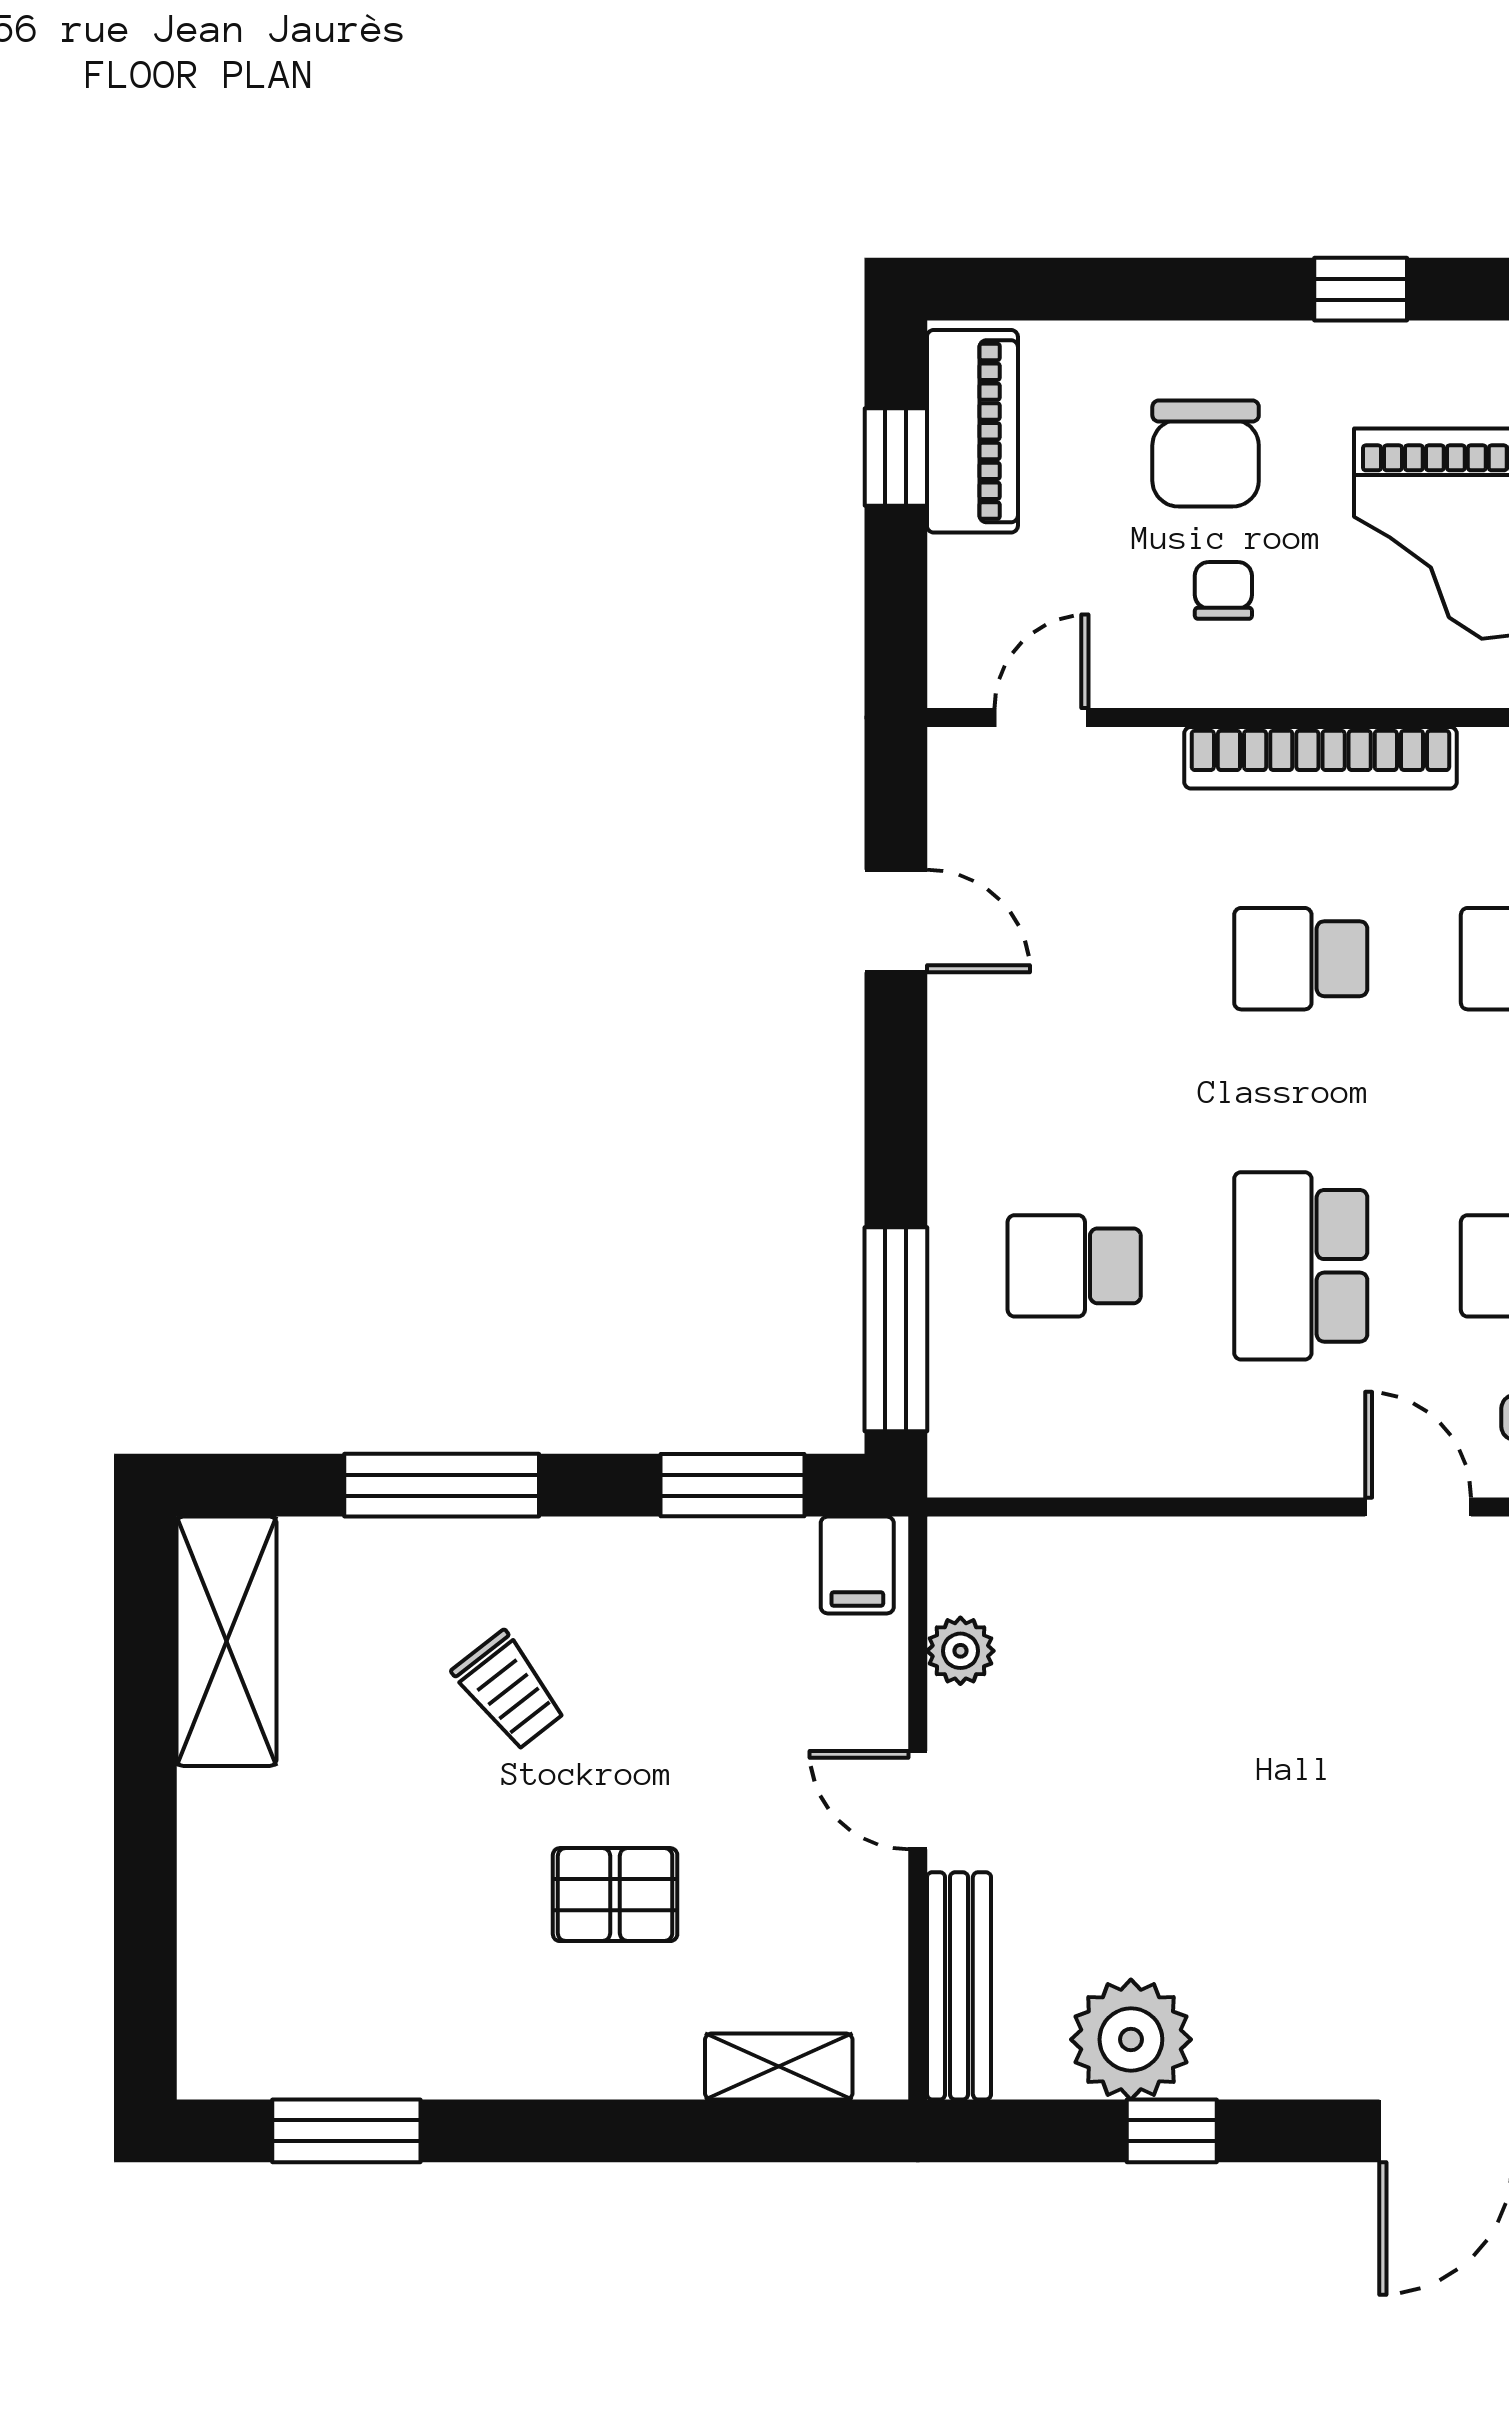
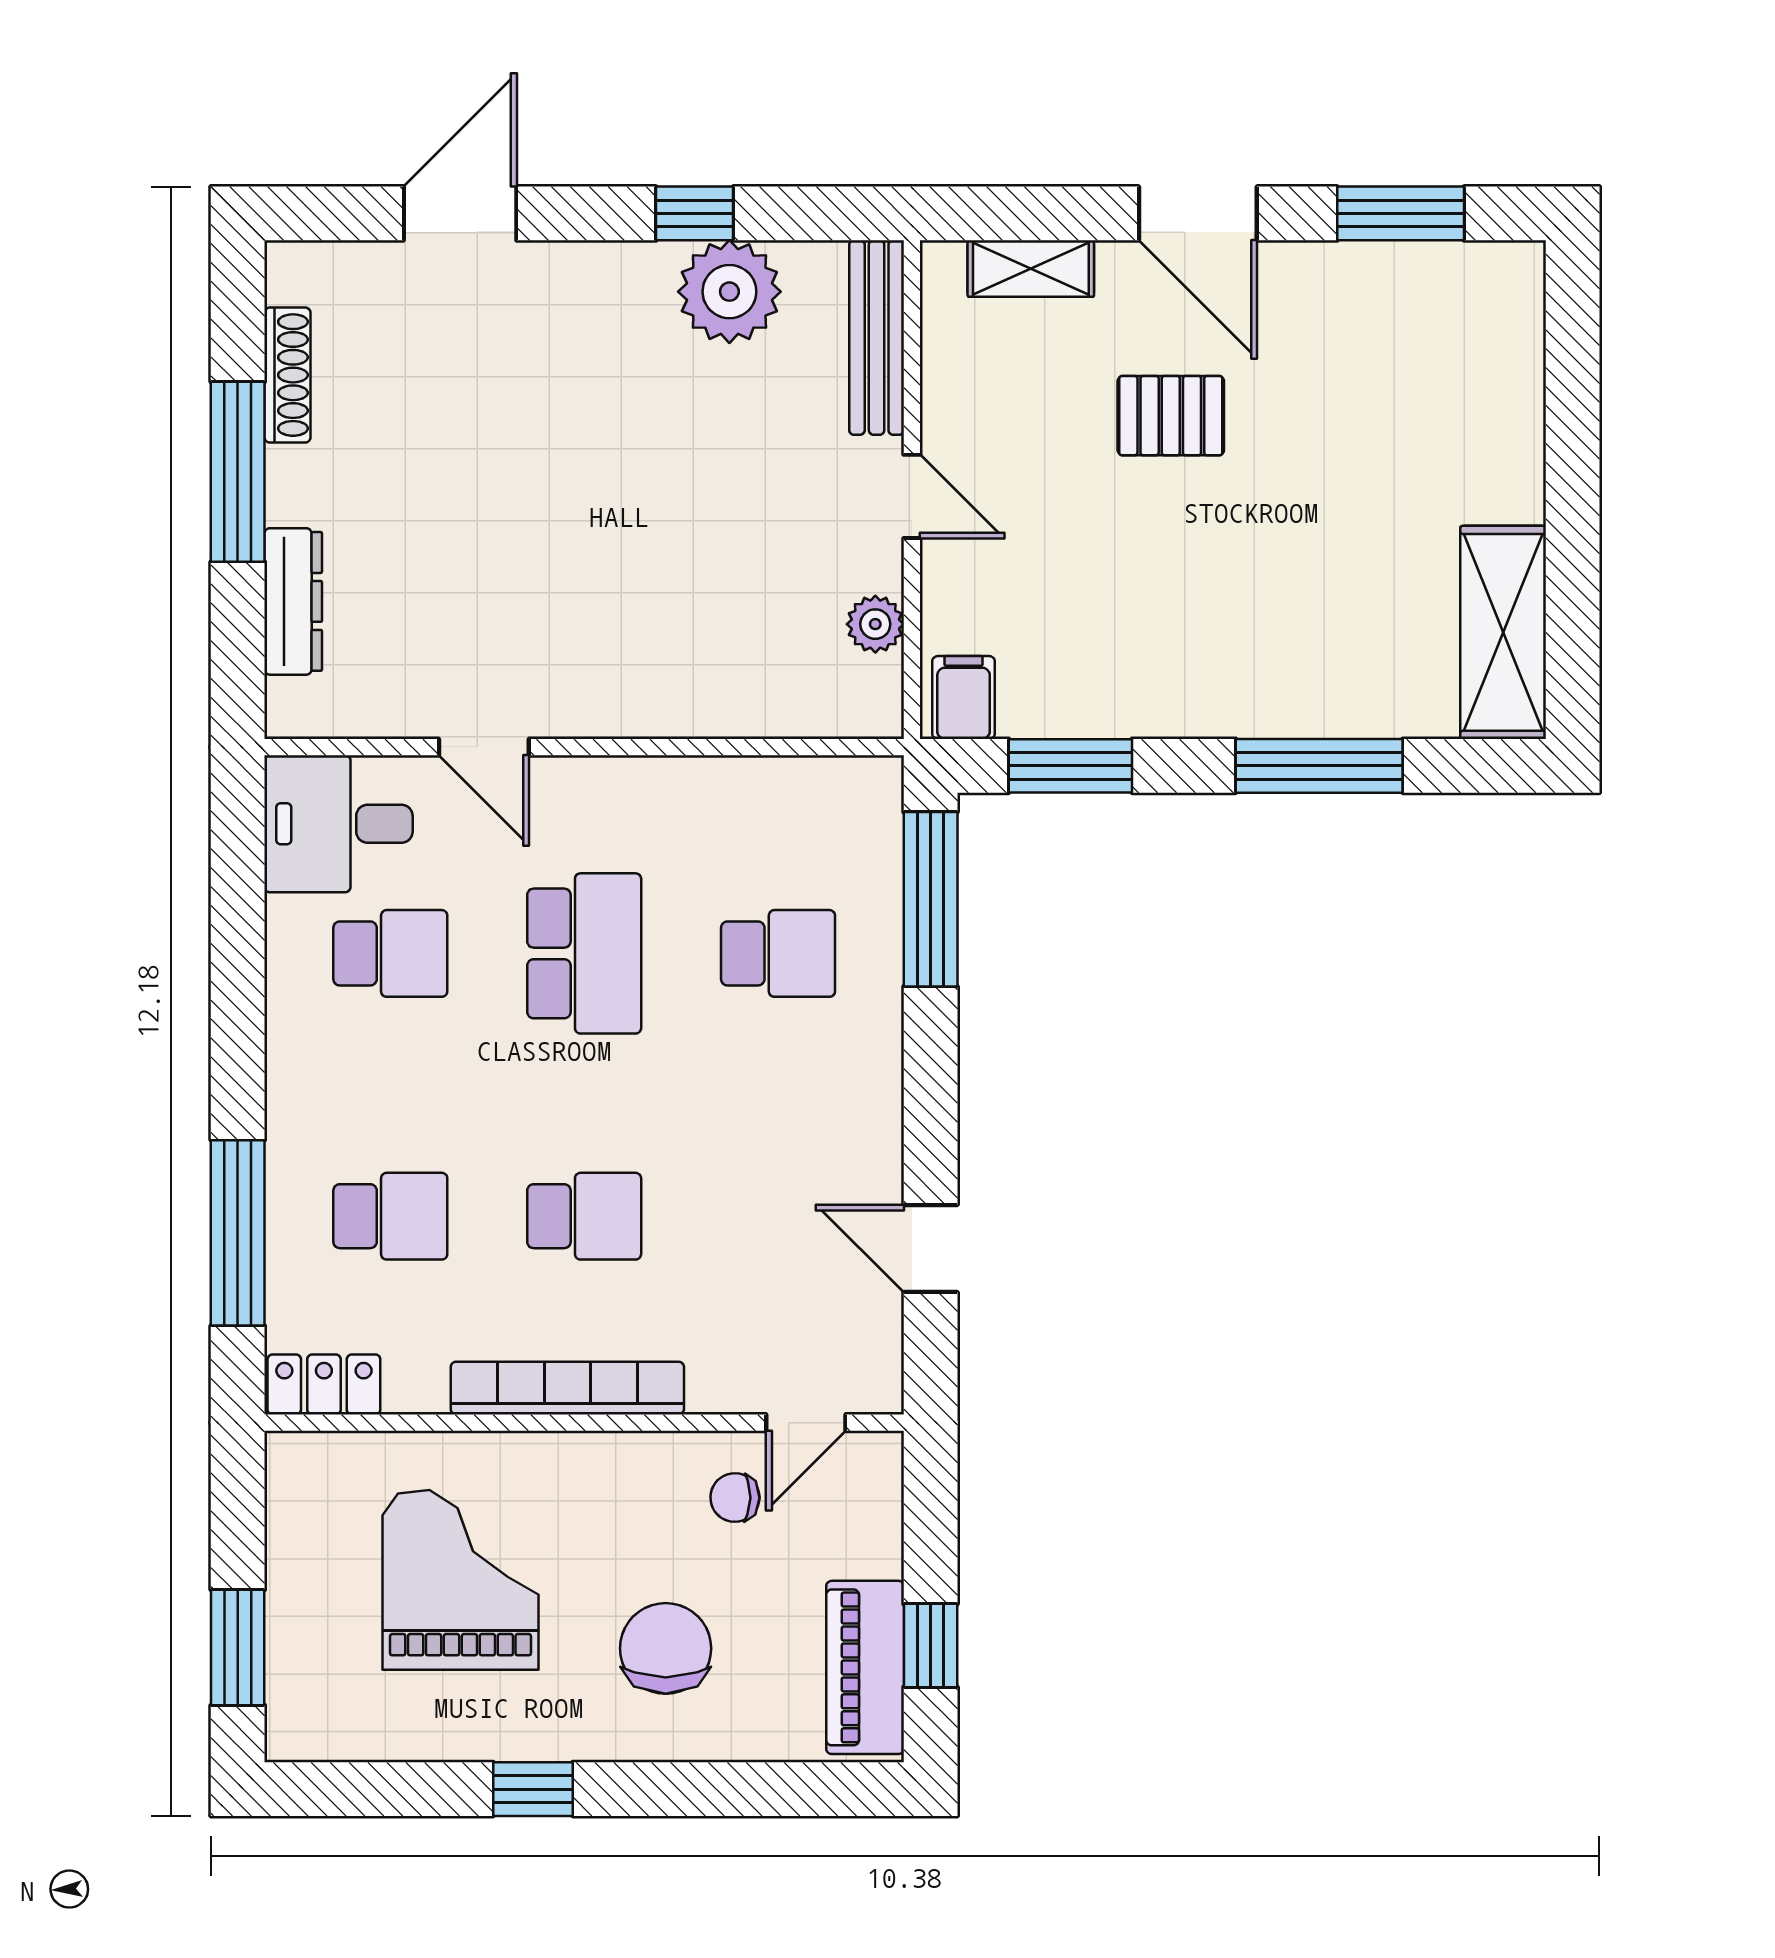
chair: (1223, 590) -> (735, 1498), moved, turned 91
trolley: (509, 1691) -> (1261, 590), removed
door: (583, 2131) -> (1198, 213), added

